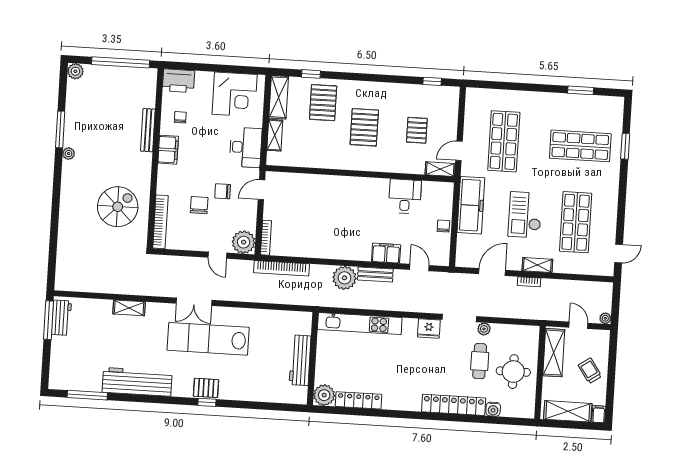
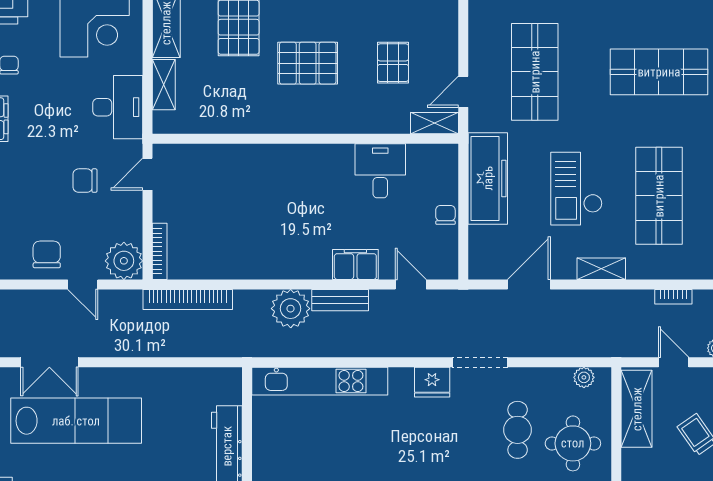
pallet: (364, 127) -> (308, 63), turned 90
chair: (199, 205) -> (47, 254), moved
bookcase: (529, 282) -> (673, 297), moved
plant: (484, 329) -> (584, 377), moved
lab bench: (208, 339) -> (76, 421), turned 180

